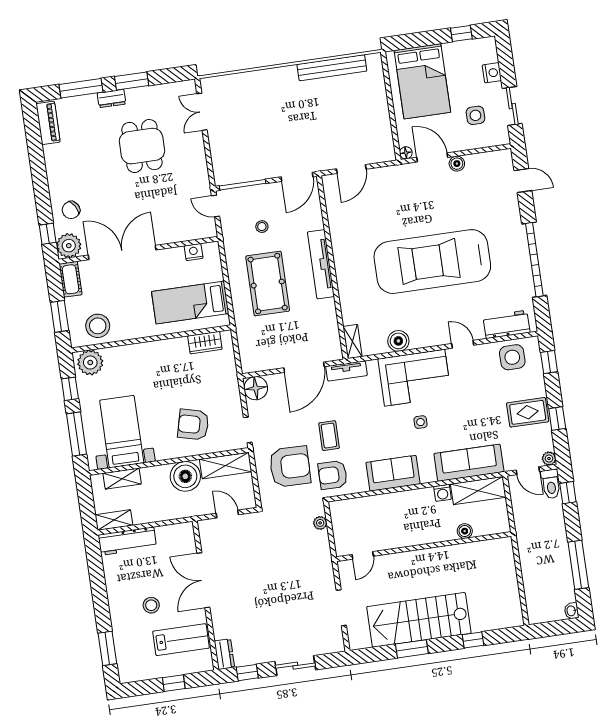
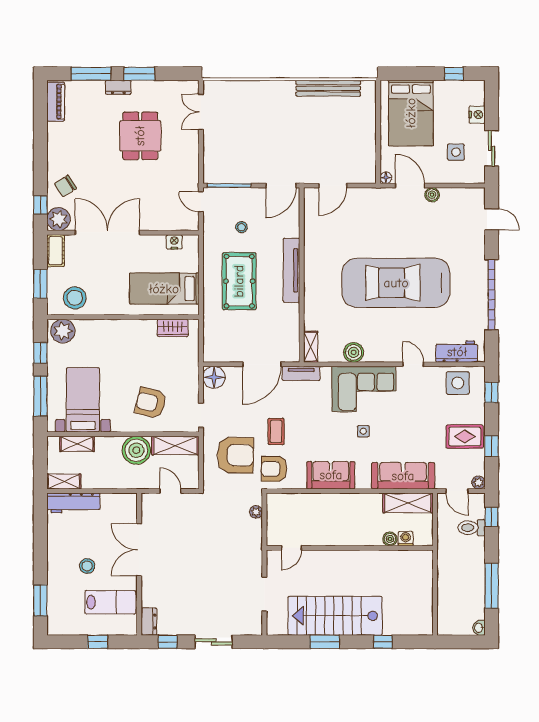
toilet: (551, 484) -> (471, 528), moved, turned 90
washing machine: (443, 493) -> (406, 539), moved, turned 180

